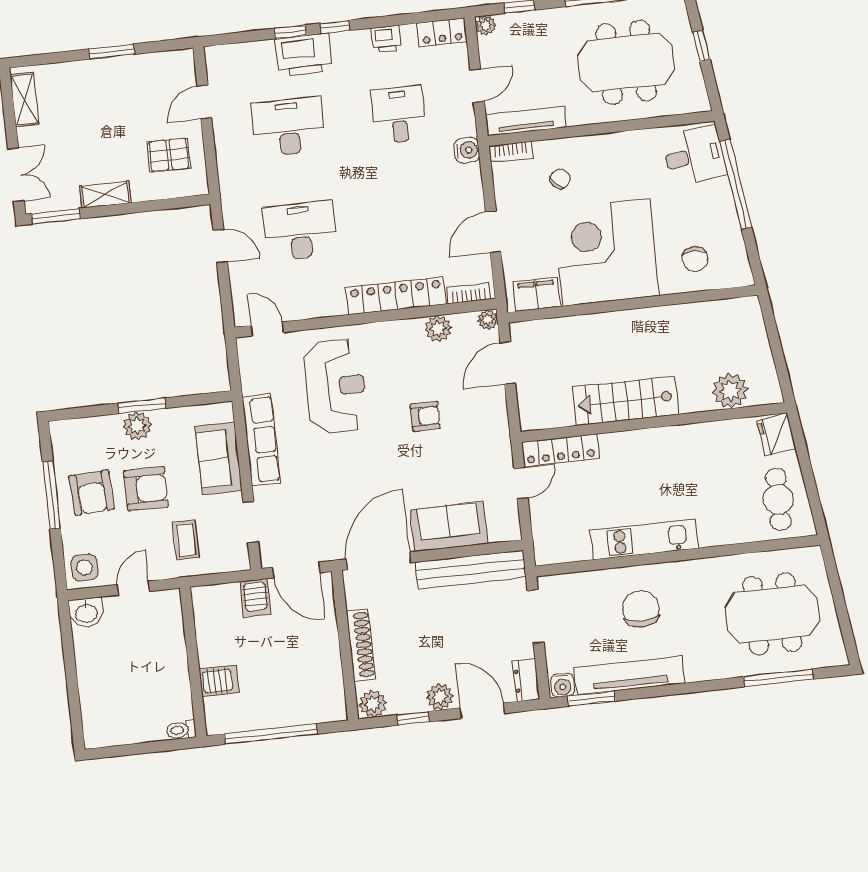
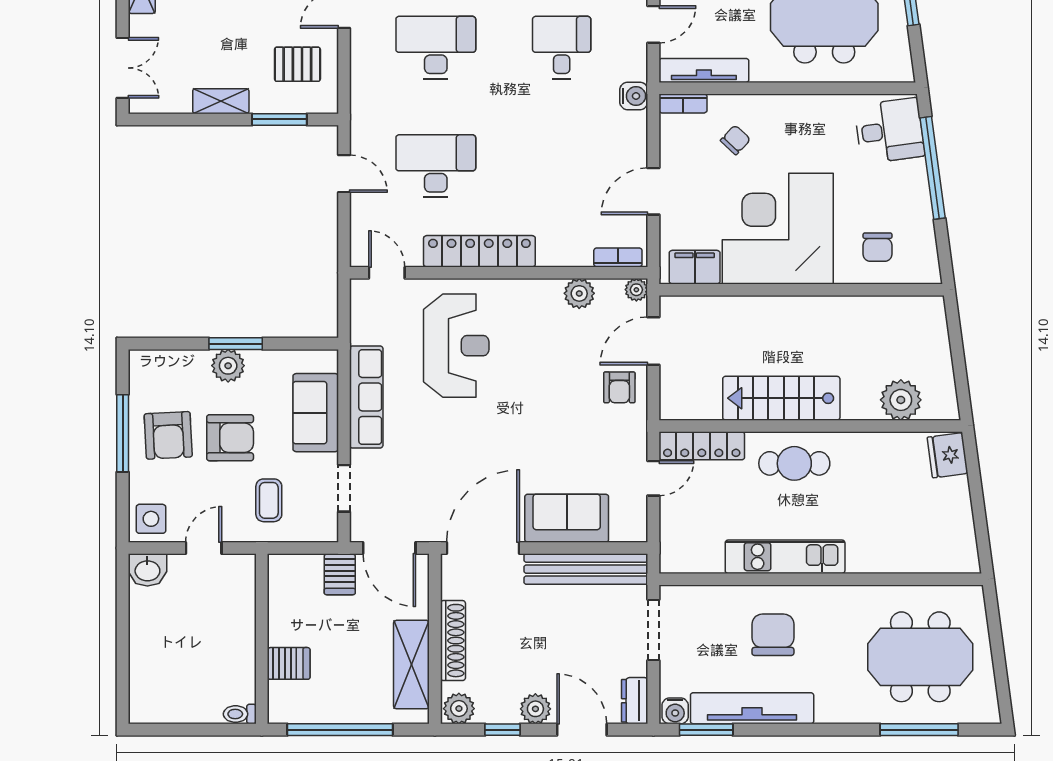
window: (56, 216) -> (279, 119), moved
locker: (396, 296) -> (479, 251), moved
armchair: (425, 416) -> (619, 387), moved, turned 90
cafe table: (778, 499) -> (794, 463), moved, turned 90
shelving: (327, 670) -> (411, 665), added

